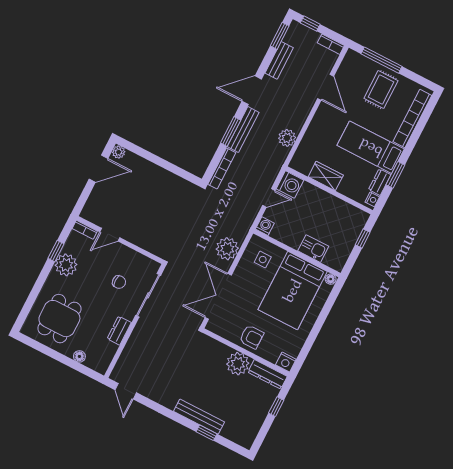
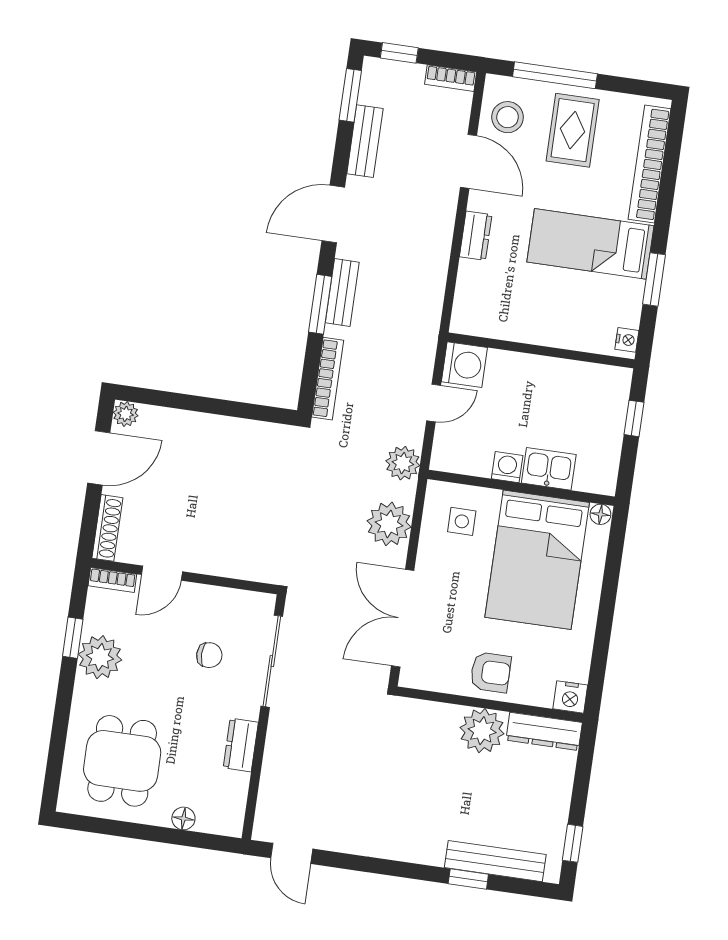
stool: (352, 72) -> (508, 117), added
bench: (243, 129) -> (342, 293), width x0.73
plant: (287, 138) -> (403, 463), moved
wardrobe: (326, 176) -> (525, 326), removed
dresser: (380, 182) -> (476, 236), moved, turned 180
shoe rack: (91, 204) -> (107, 528), added
washing machine: (265, 226) -> (507, 467), moved
window: (276, 407) -> (573, 843), moved
bench: (199, 417) -> (495, 861), moved

